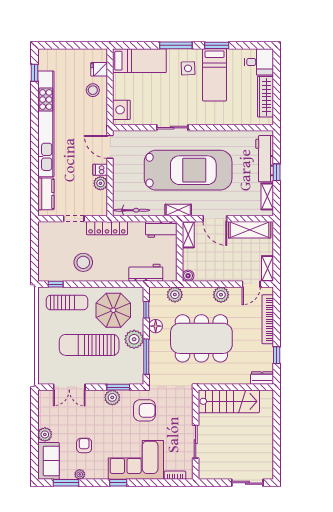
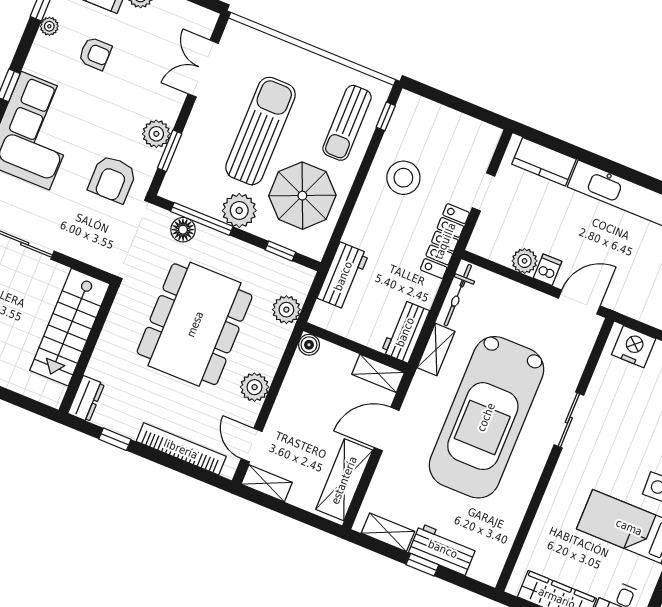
workbench: (265, 159) -> (443, 549), width x0.73
shelving: (178, 210) -> (436, 349), moved
floor lamp: (156, 326) -> (183, 230), moved

